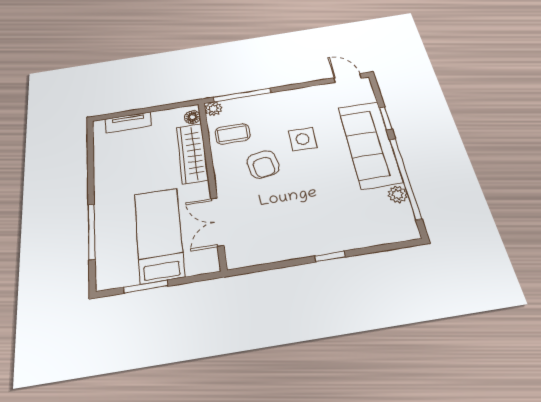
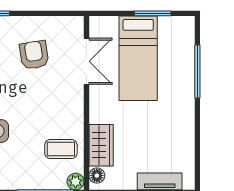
wardrobe: (192, 153) -> (101, 145), width x0.67
armchair: (263, 164) -> (34, 55), moved

